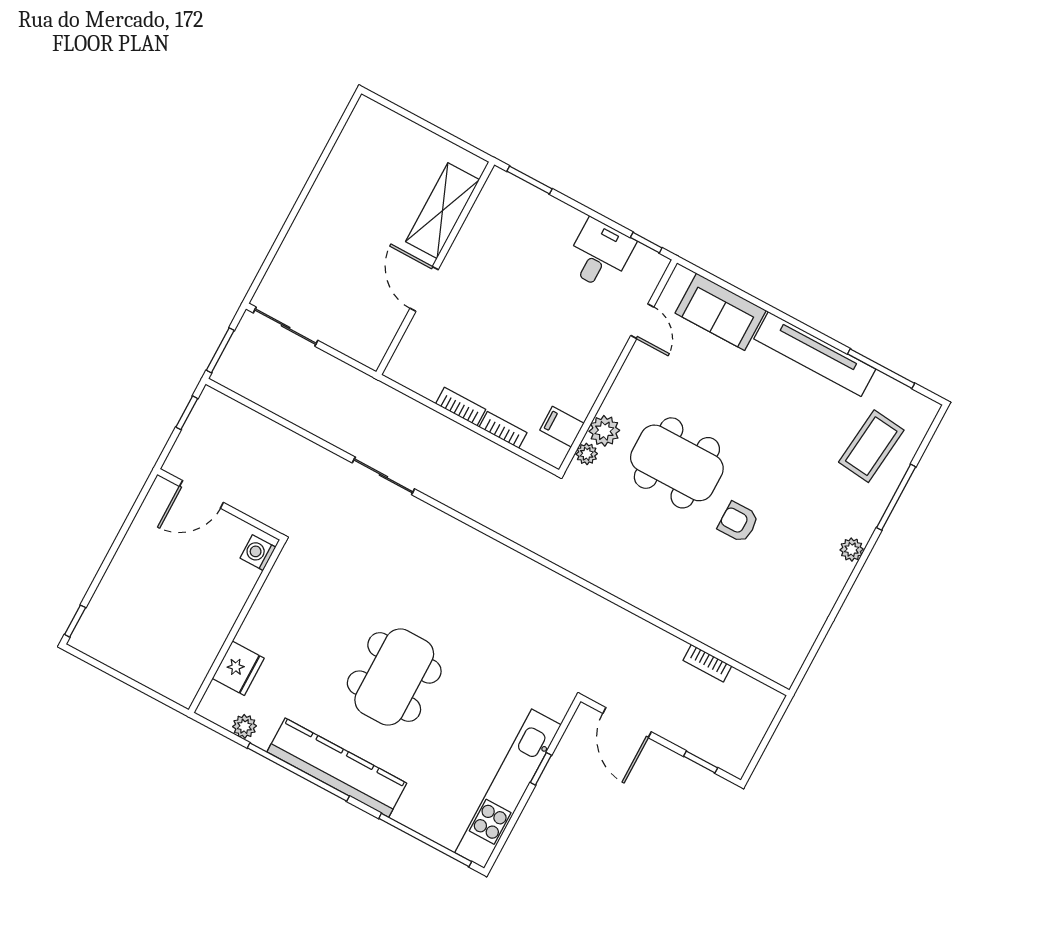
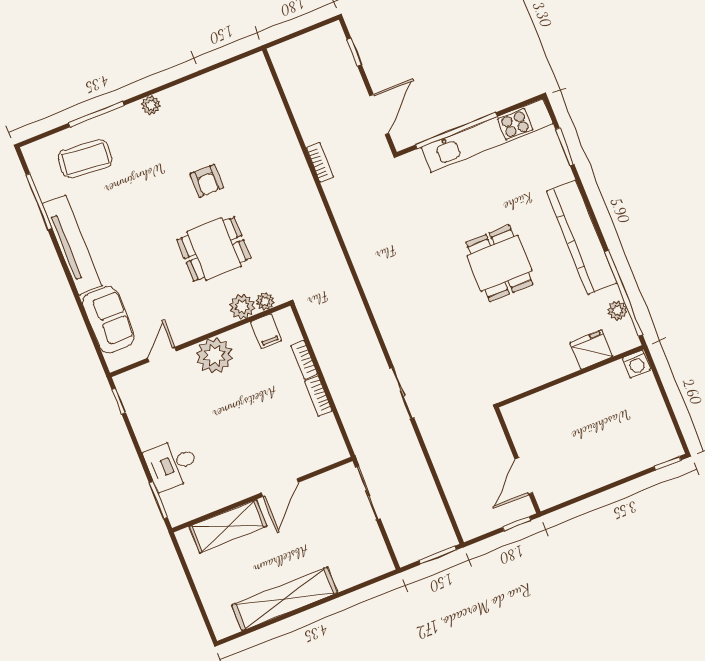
shelving: (331, 187) -> (285, 599), added
desk: (600, 254) -> (172, 464), moved
sliding door: (286, 327) -> (368, 493), moved
plant: (592, 362) -> (214, 356), added
window: (187, 413) -> (517, 524), moved
dining table: (677, 463) -> (214, 249), width x0.73
door: (201, 494) -> (524, 476), swing flipped
washing machine: (258, 553) -> (636, 364), moved
bookcase: (707, 663) -> (320, 162), moved
dining table: (394, 677) -> (499, 263), width x0.73
window: (541, 769) -> (456, 131), width x3.17
window: (298, 772) -> (624, 293), moved
window: (425, 840) -> (565, 147), width x0.47

